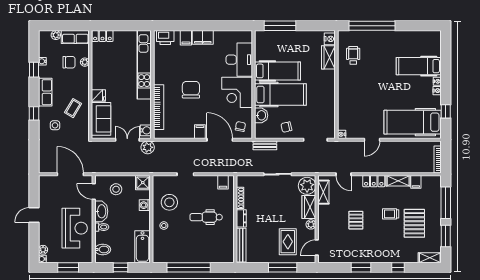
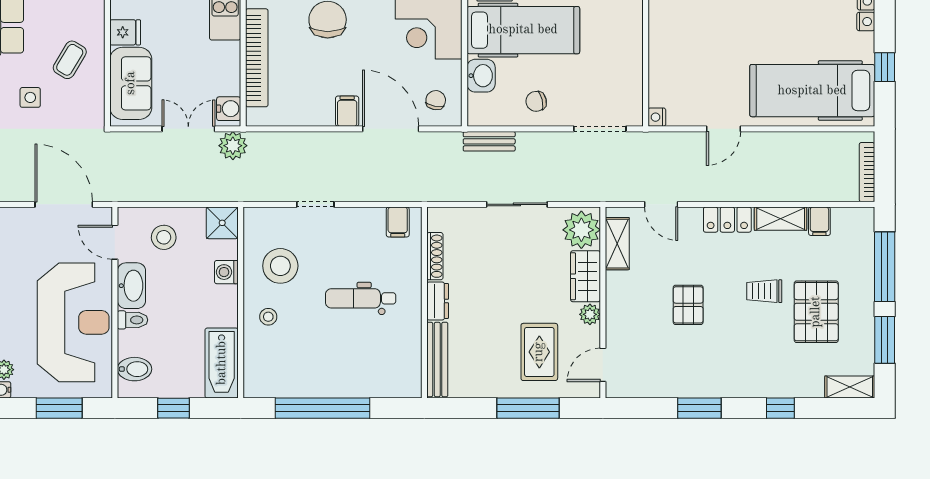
reception desk: (75, 228) -> (73, 322), width x1.36, depth x1.30

